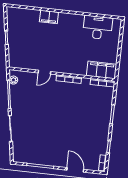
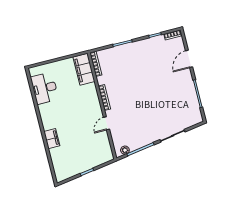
door: (44, 72) -> (106, 123), swing flipped

